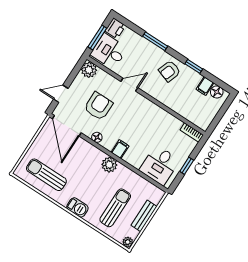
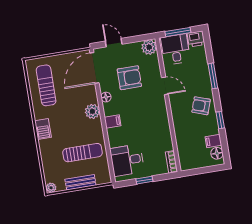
plant: (109, 165) -> (92, 111), moved
sun lounger: (115, 208) -> (83, 153), moved

